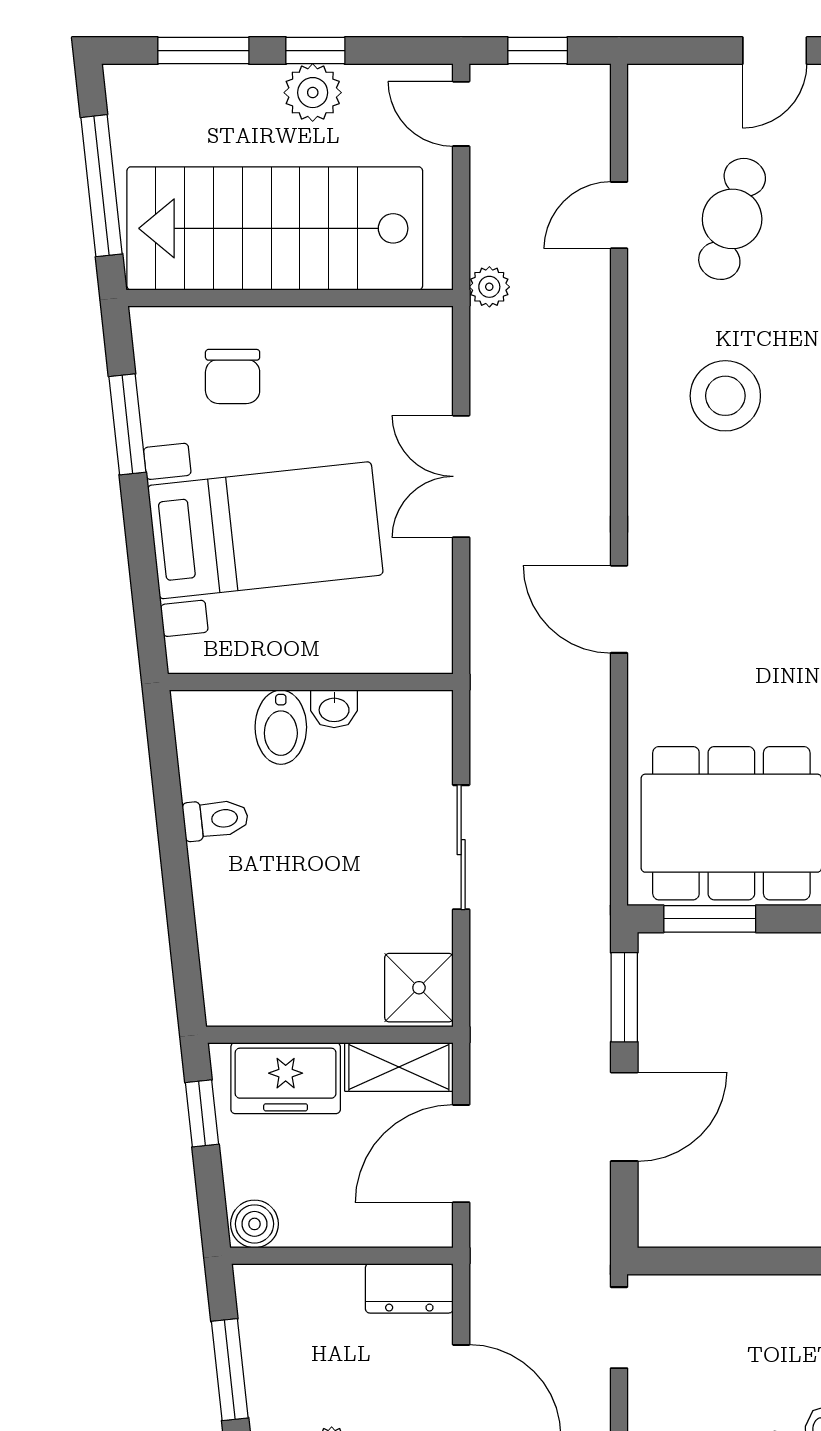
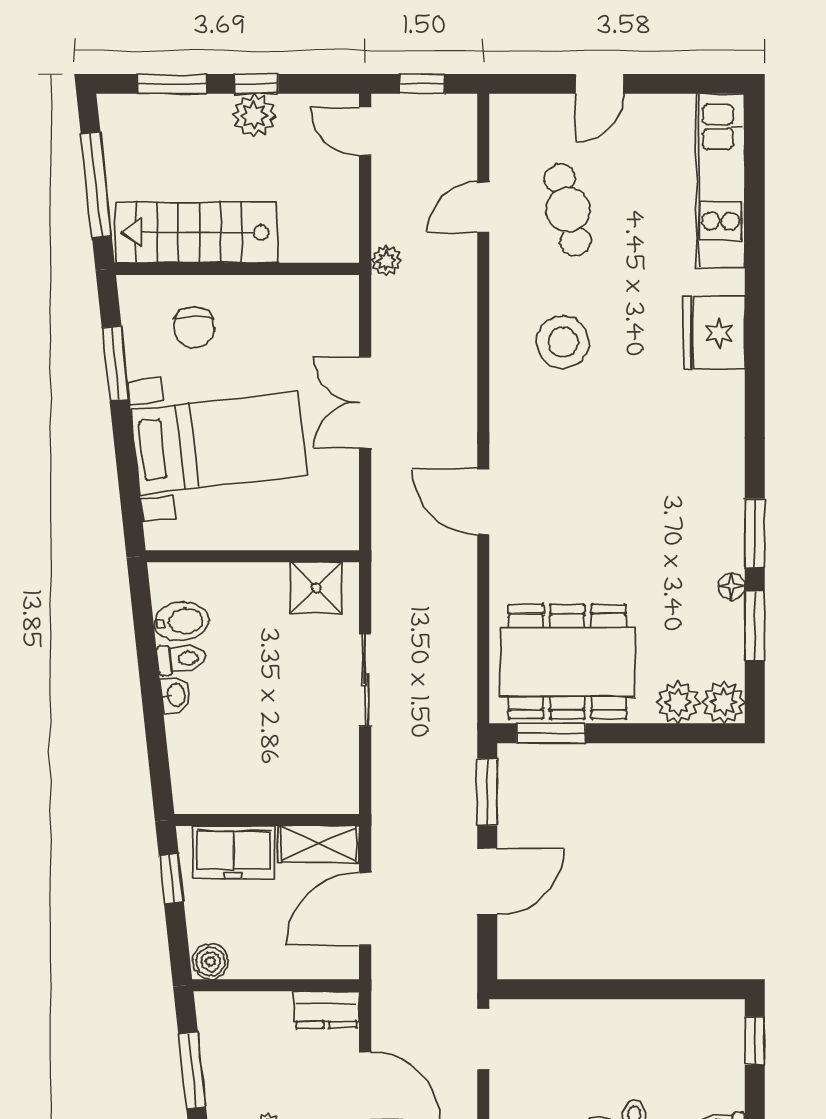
cafe table: (732, 219) -> (568, 210), turned -31
stairs: (275, 228) -> (196, 232), width x0.73, depth x0.66
washbasin: (334, 709) -> (175, 695), moved, turned -96
bidet: (281, 727) -> (181, 622), moved, turned -96
shower: (419, 988) -> (316, 588), moved

